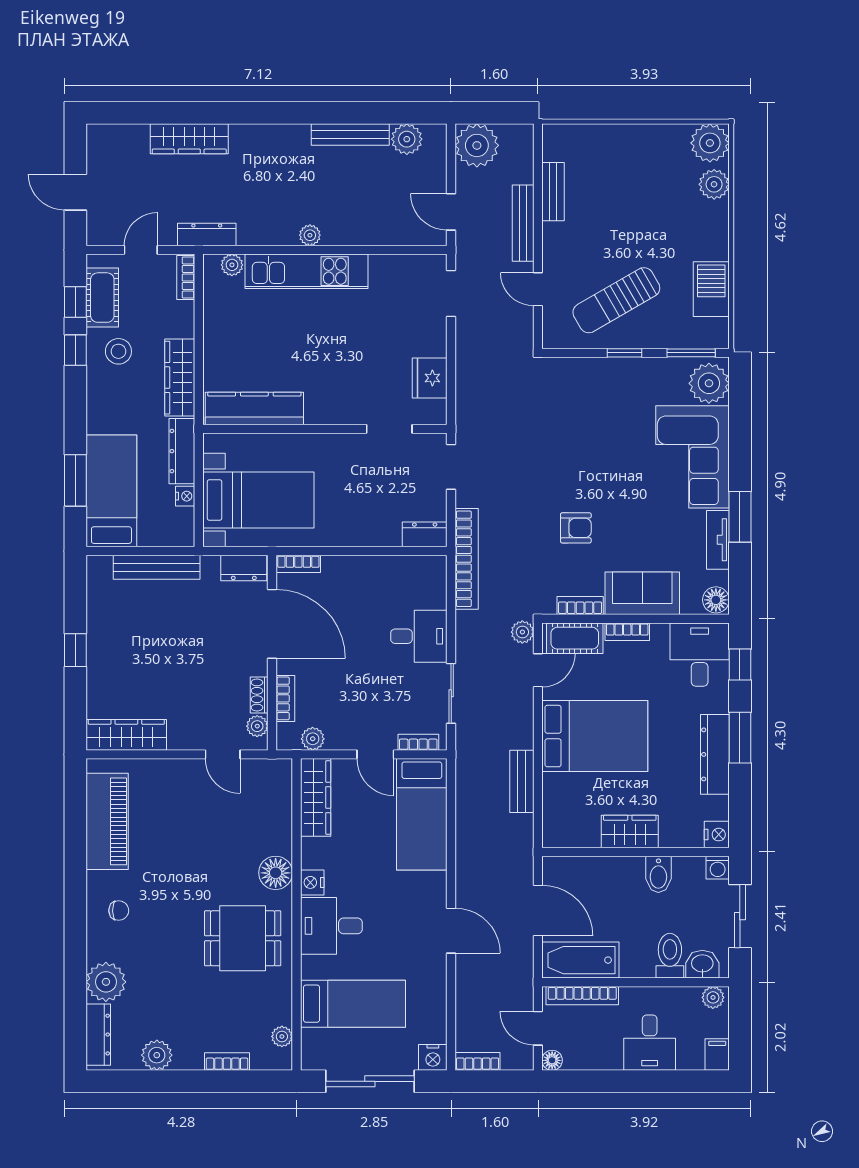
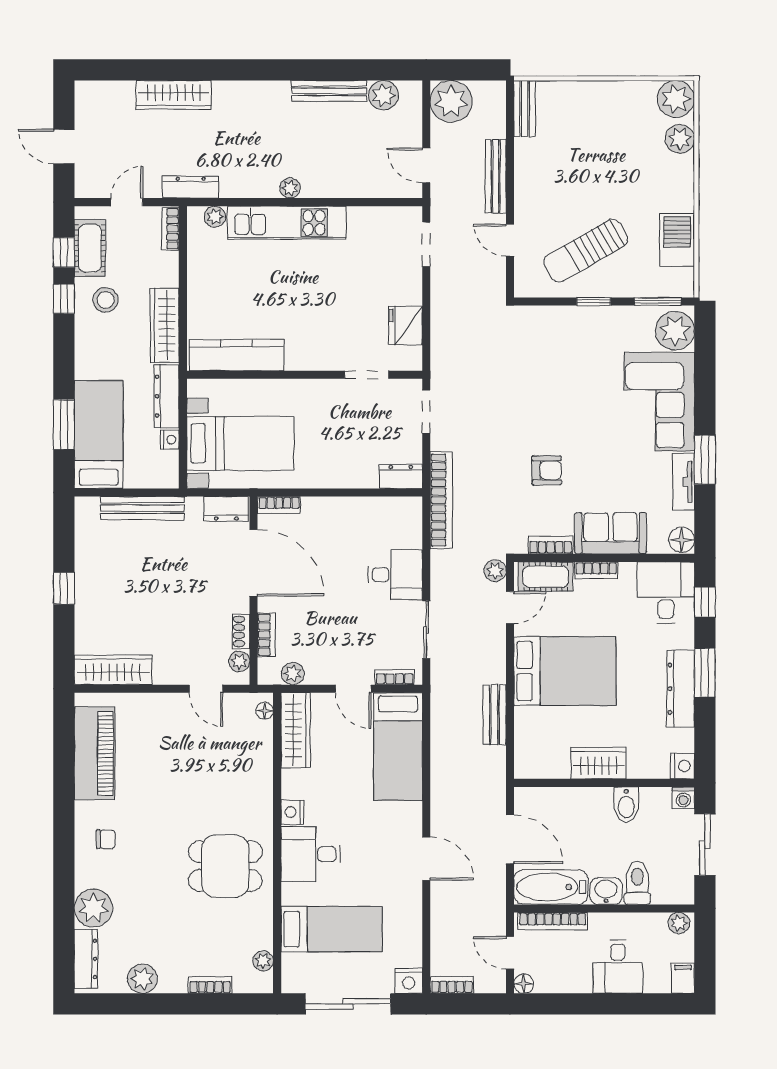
bench: (553, 192) -> (525, 109), moved
floor lamp: (276, 873) -> (265, 711), moved, width x0.53, depth x0.53
washbasin: (702, 964) -> (606, 891), moved

